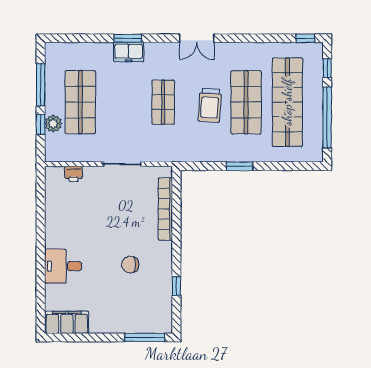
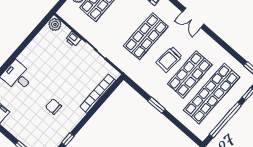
shop shelf: (163, 102) -> (146, 36), width x1.43, depth x1.36
printer: (74, 174) -> (73, 39), moved
plant: (55, 175) -> (55, 24), added

